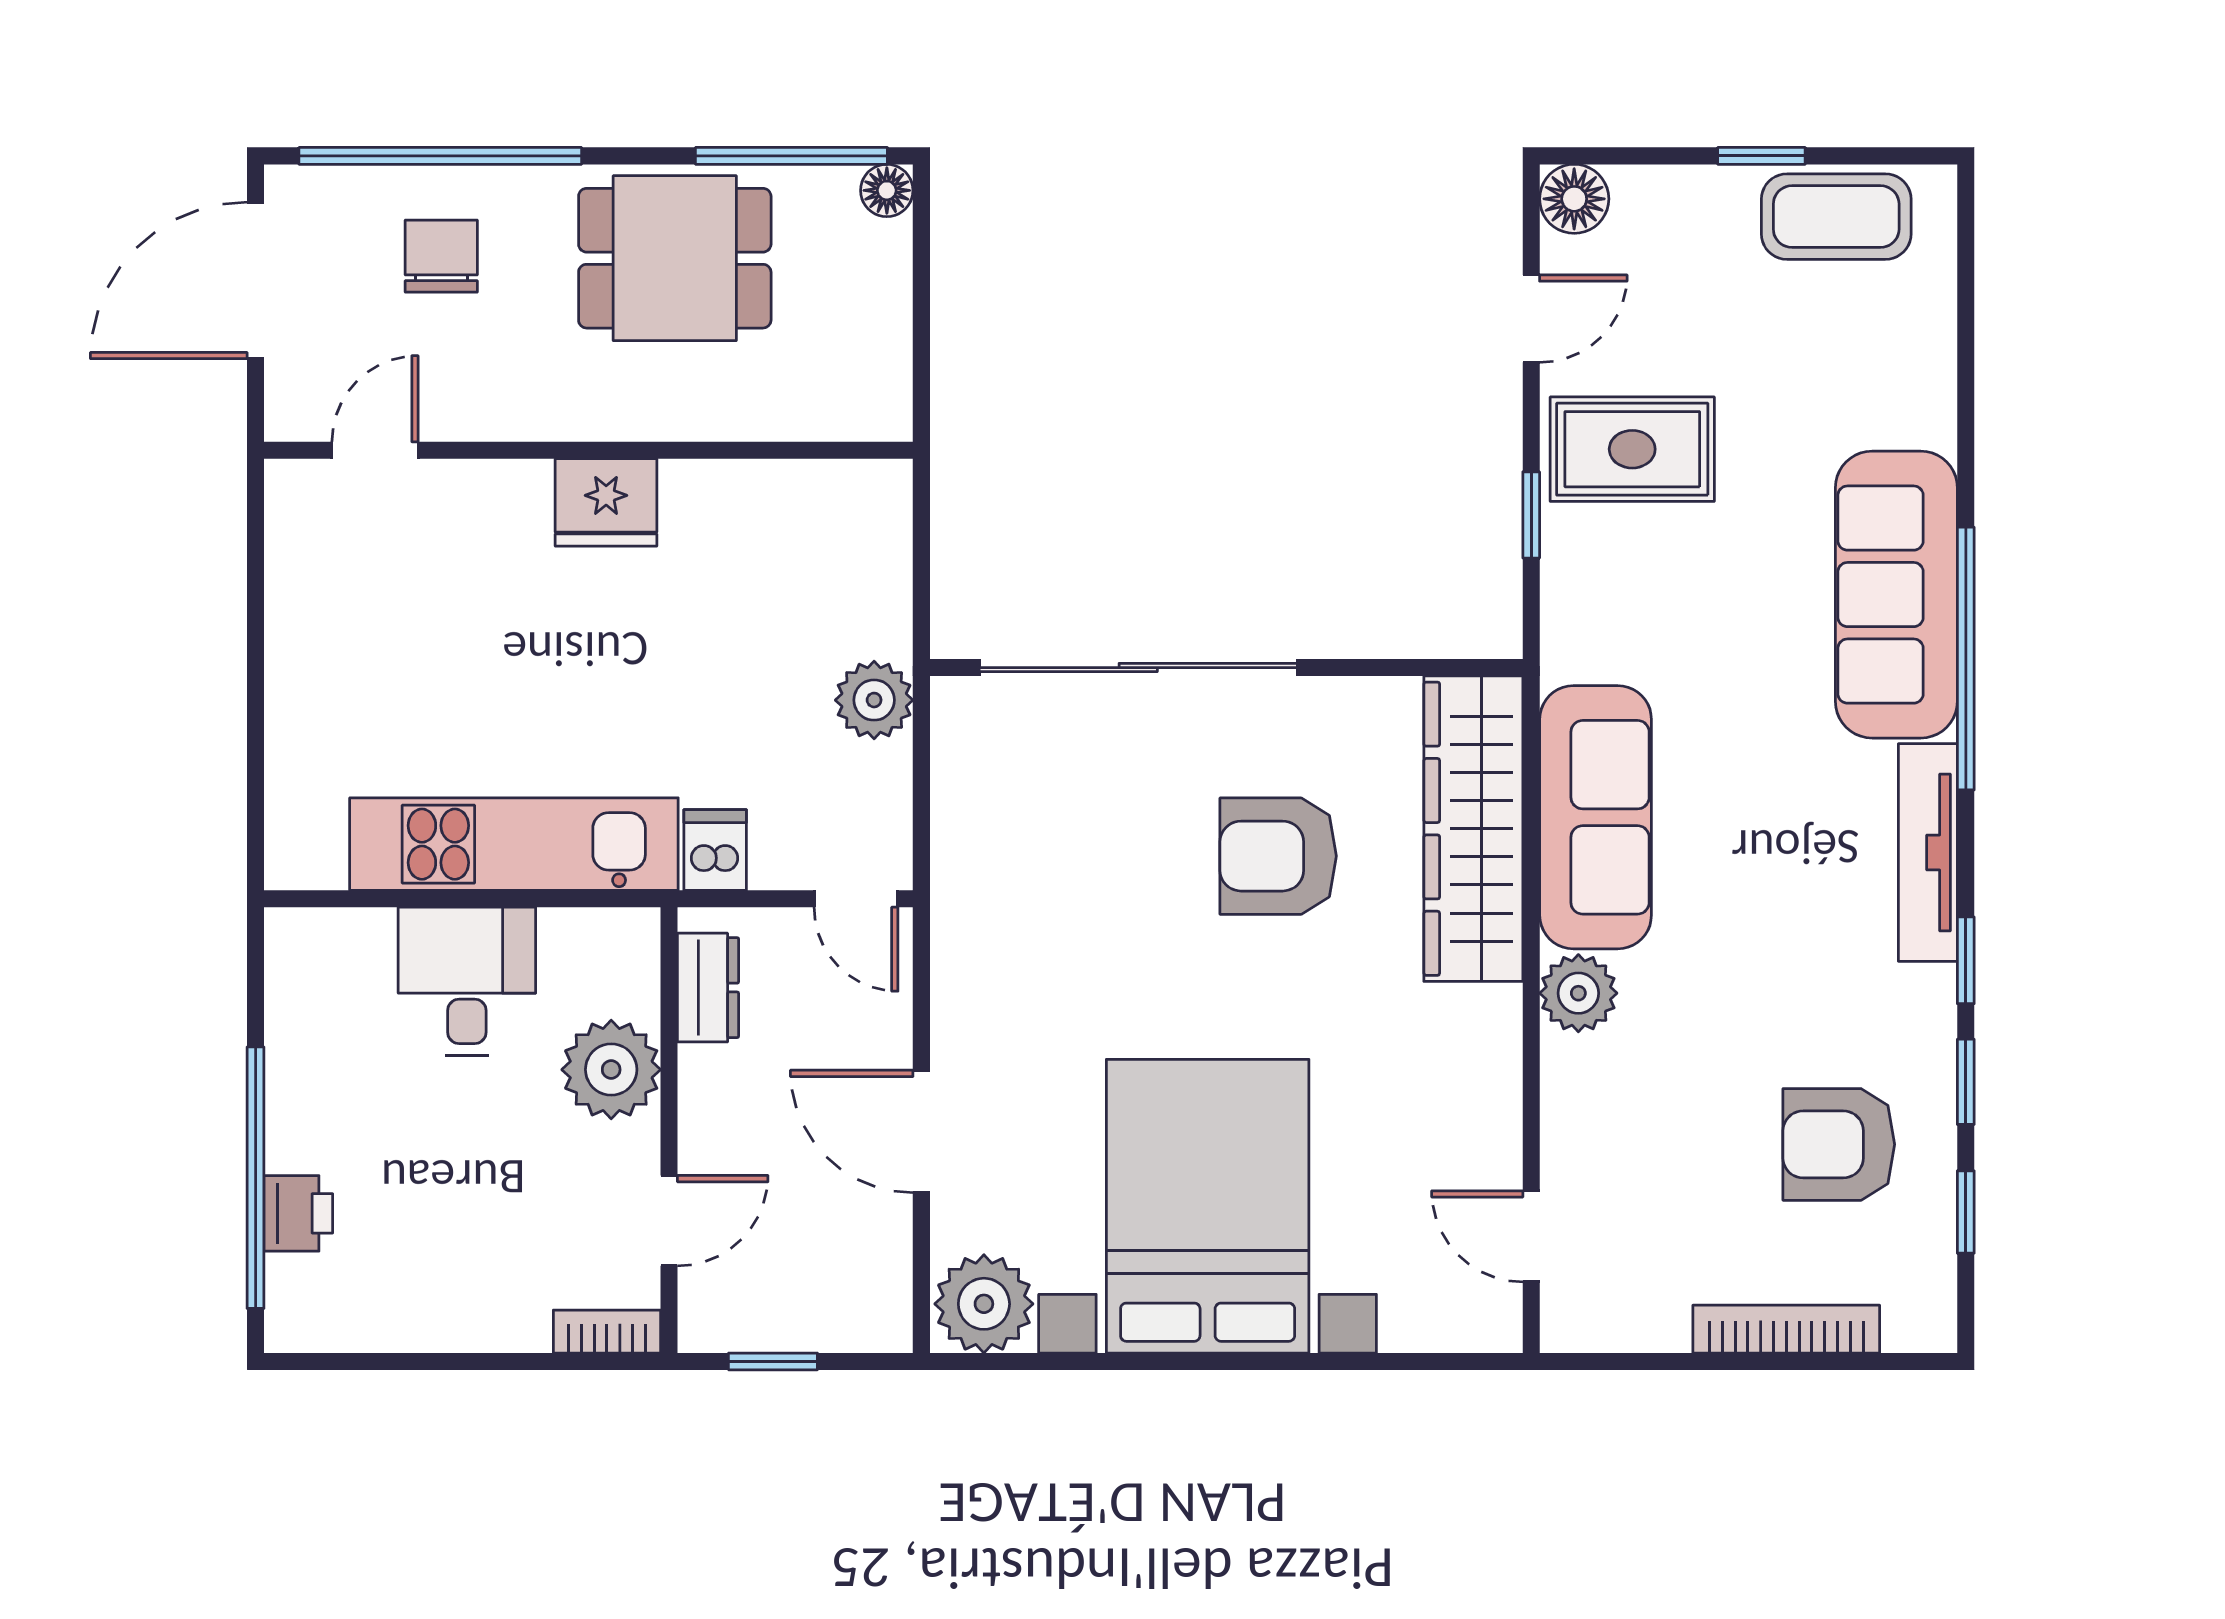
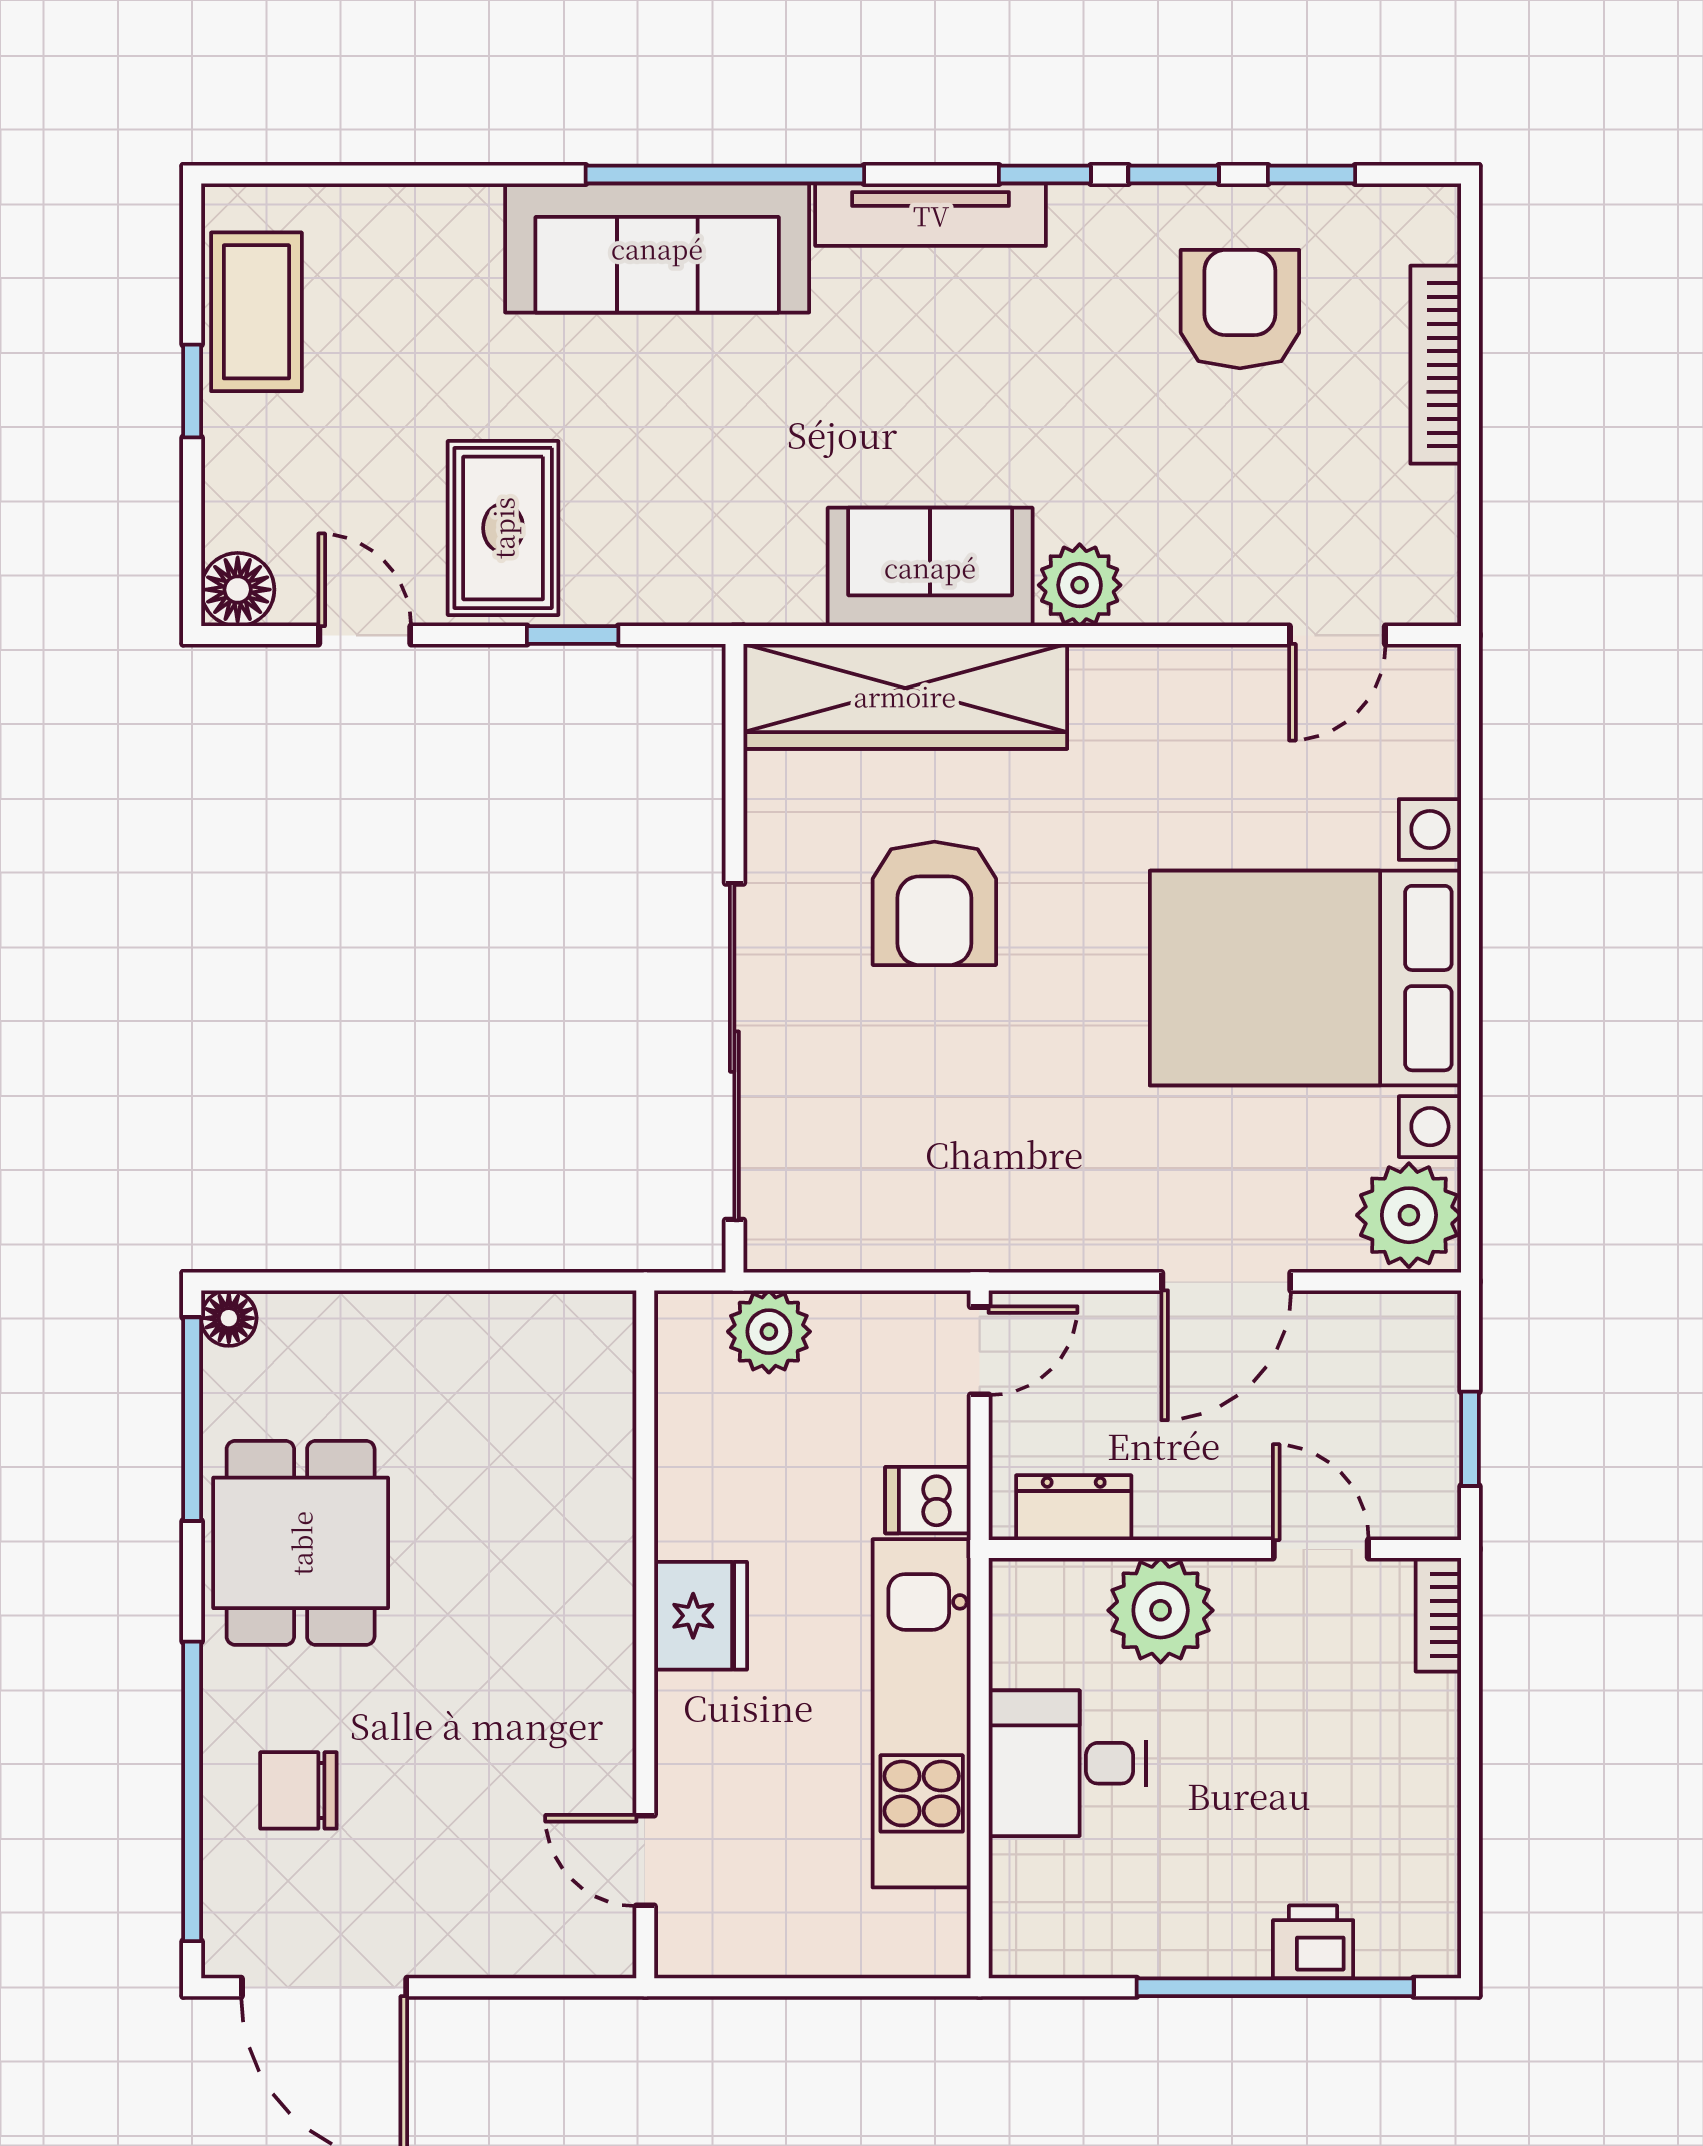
door: (375, 450) -> (645, 1861), moved
wall: (588, 450) -> (645, 1634), moved
fridge: (606, 502) -> (701, 1616), moved
sofa: (1596, 817) -> (930, 567), width x0.73
armchair: (1839, 1144) -> (1240, 309), turned 180

